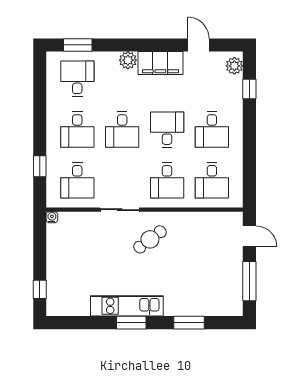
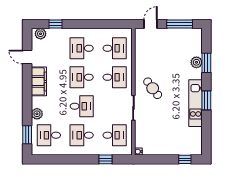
door: (198, 45) -> (27, 57), hinge flipped
plant: (128, 60) -> (37, 114), moved
desk: (77, 130) -> (82, 135), turned 180
desk: (212, 130) -> (82, 48), turned 180
plant: (190, 307) -> (196, 62), added

